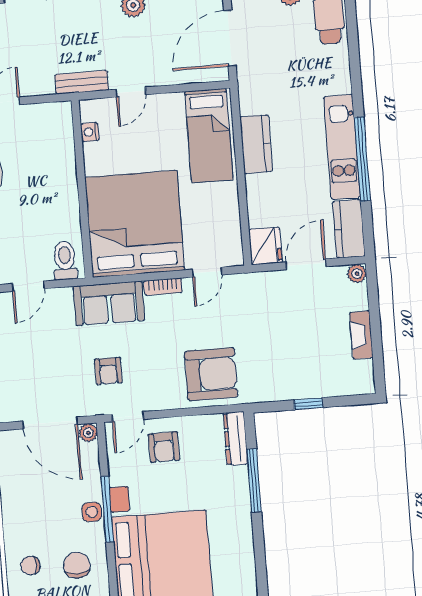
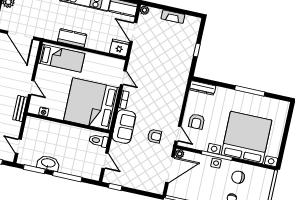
armchair: (211, 374) -> (170, 90), removed
armchair: (164, 447) -> (197, 121), turned 91
window: (254, 480) -> (250, 91), moved

